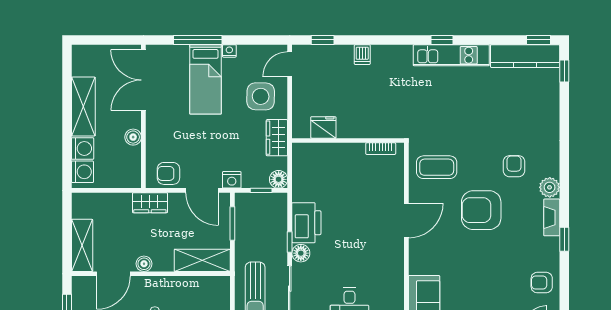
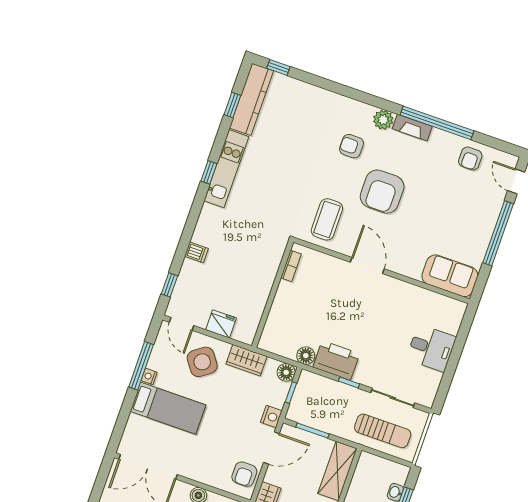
window: (198, 40) -> (141, 366), moved
window: (538, 40) -> (232, 105), moved
side table: (261, 96) -> (202, 362), turned -37
fridge: (323, 127) -> (221, 324), moved, turned 90
window: (564, 239) -> (437, 123), width x3.17
floor lamp: (301, 253) -> (306, 356), moved

